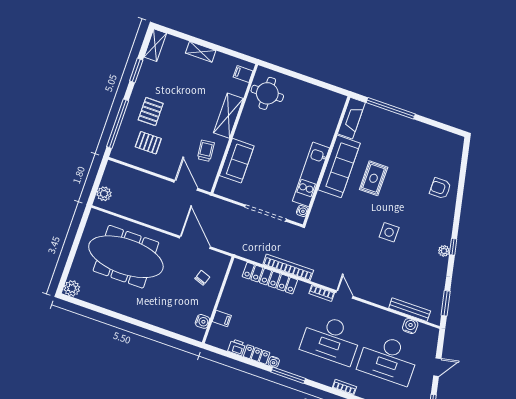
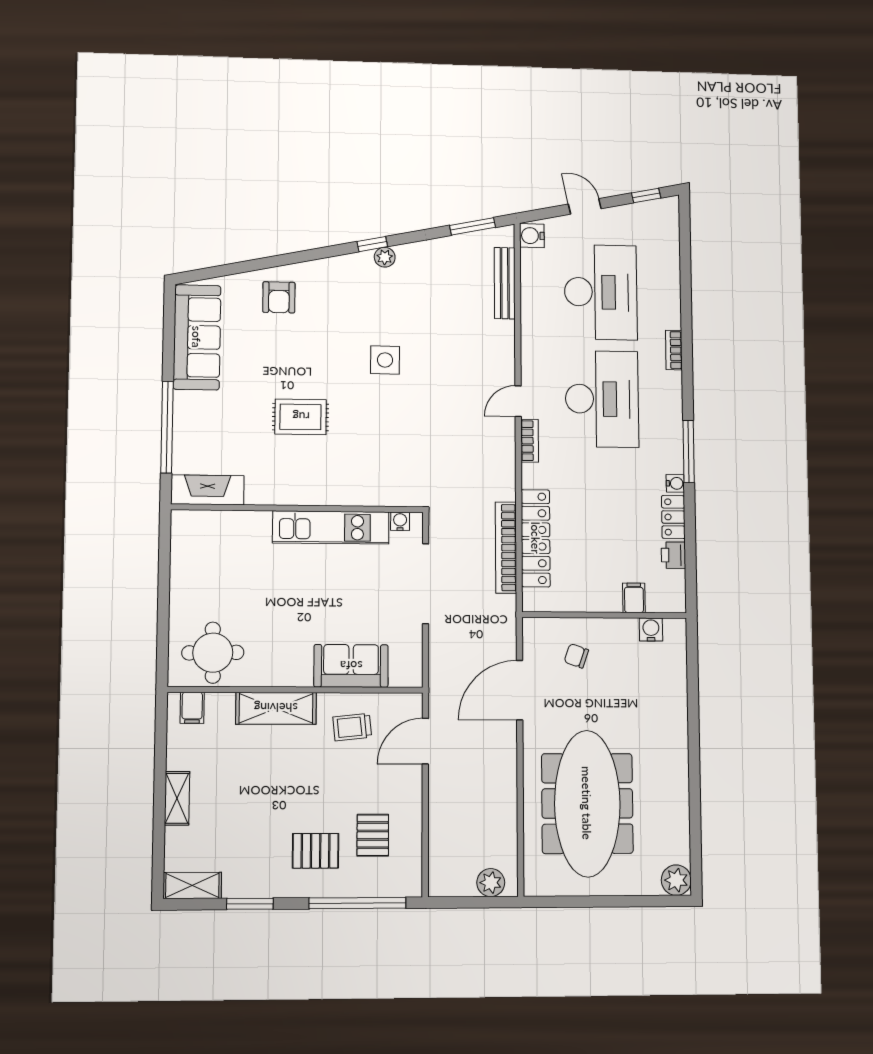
sofa: (339, 166) -> (197, 337), moved, turned 90
bookcase: (288, 267) -> (506, 548), moved
water cooler: (410, 326) -> (532, 236), moved

